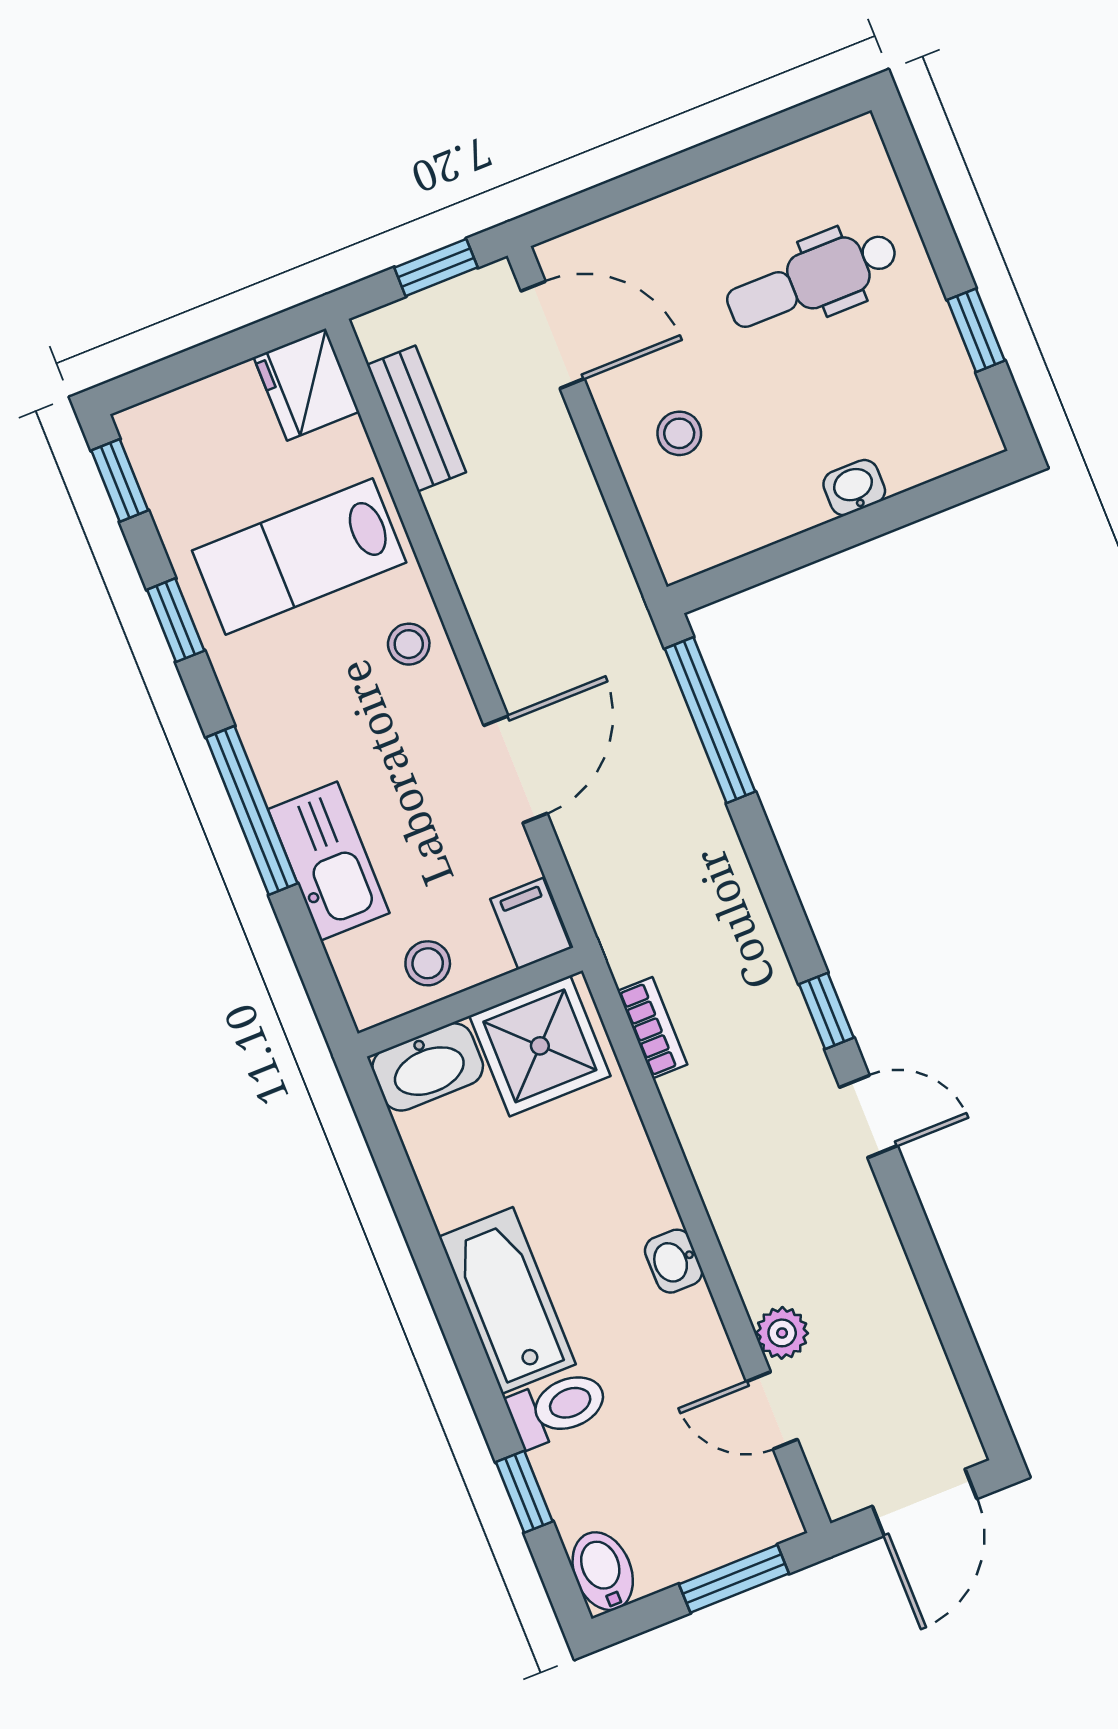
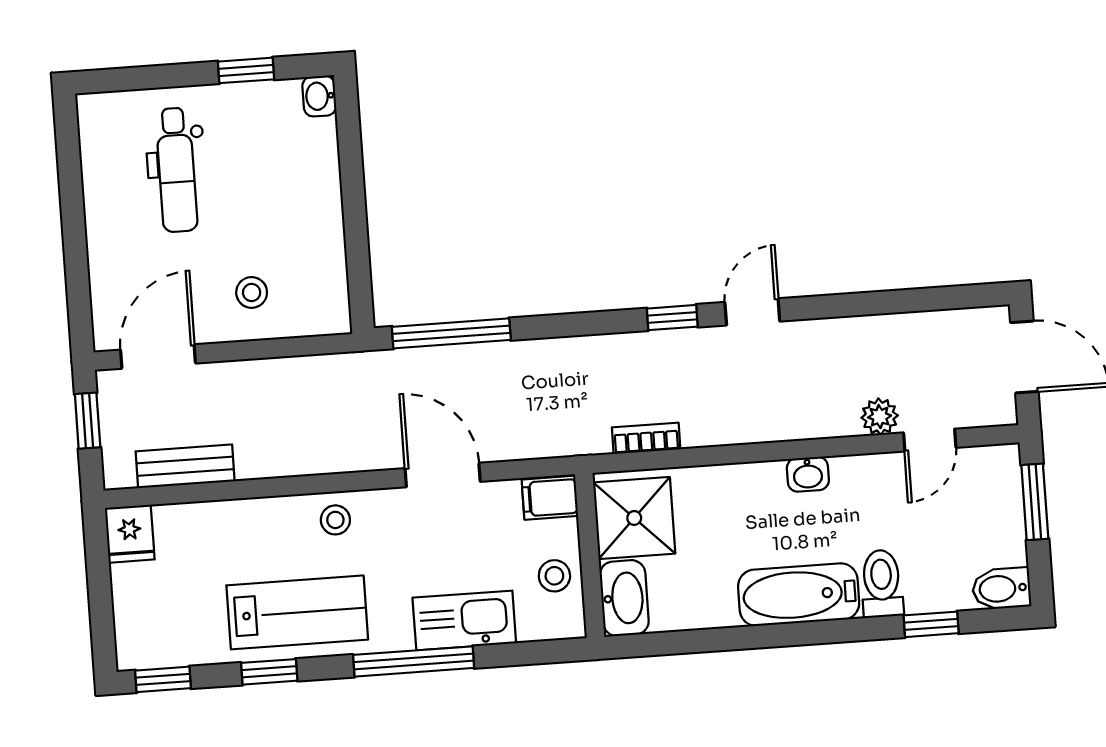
fridge: (306, 384) -> (130, 534), width x0.72
washbasin: (854, 488) -> (319, 96), moved
lab bench: (299, 556) -> (297, 612), moved, turned -90

